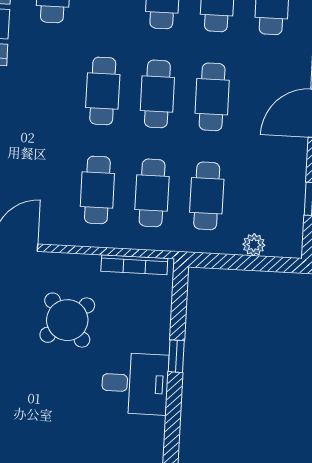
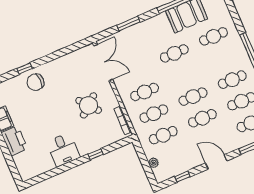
cafe table: (103, 91) -> (174, 53), moved
desk: (135, 384) -> (63, 150), moved

